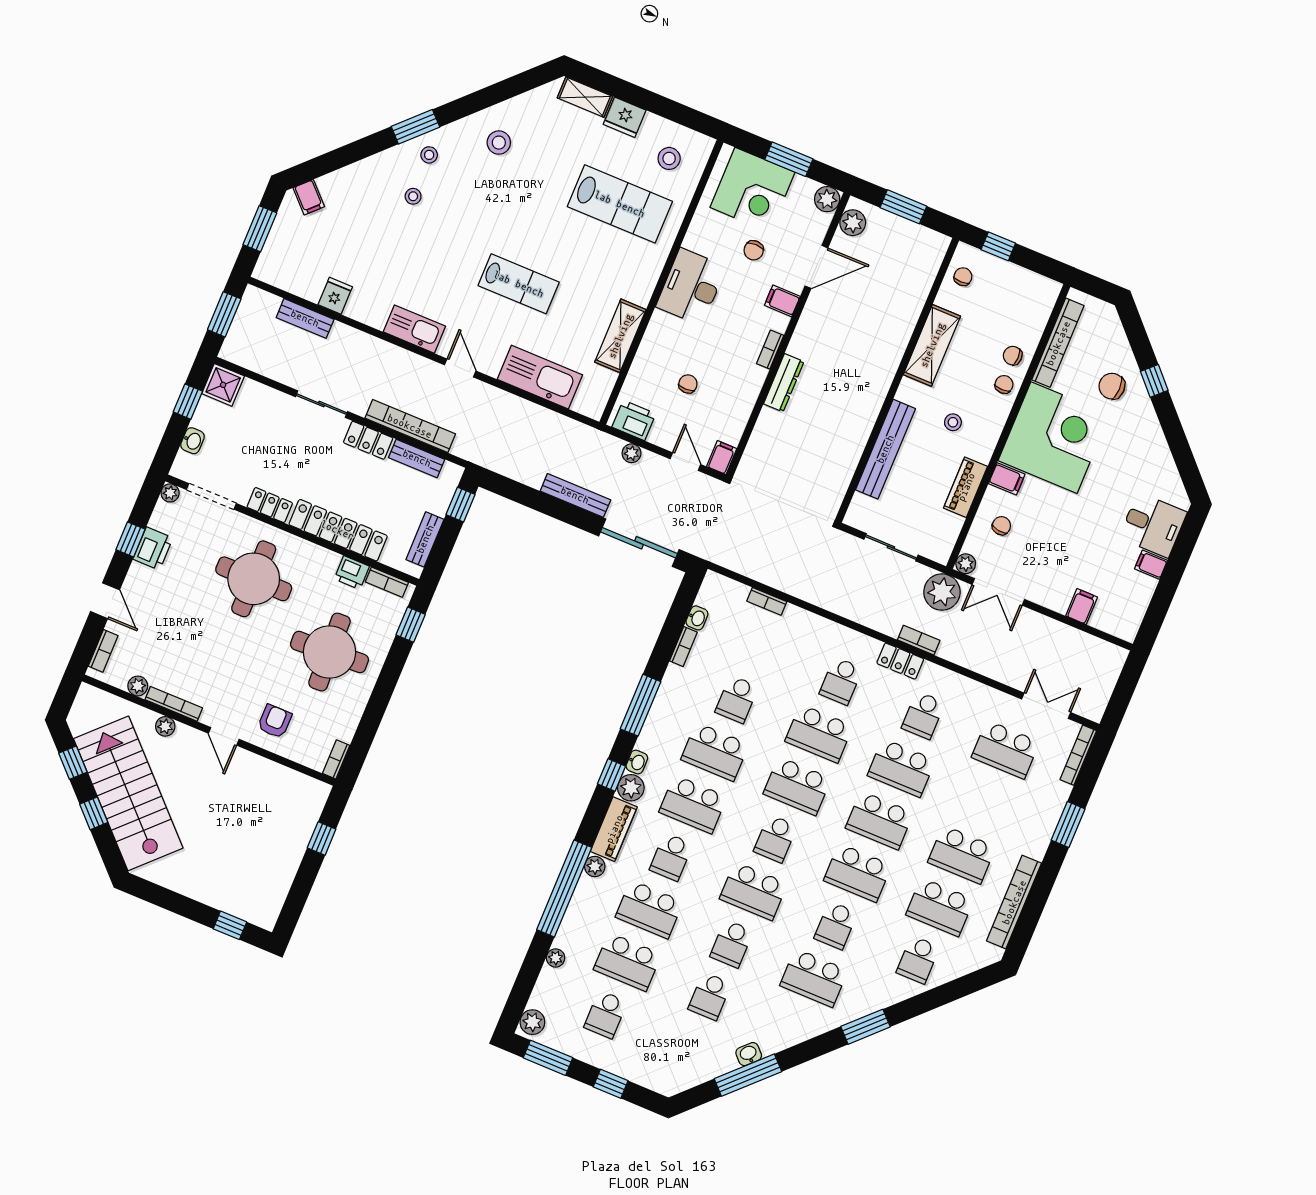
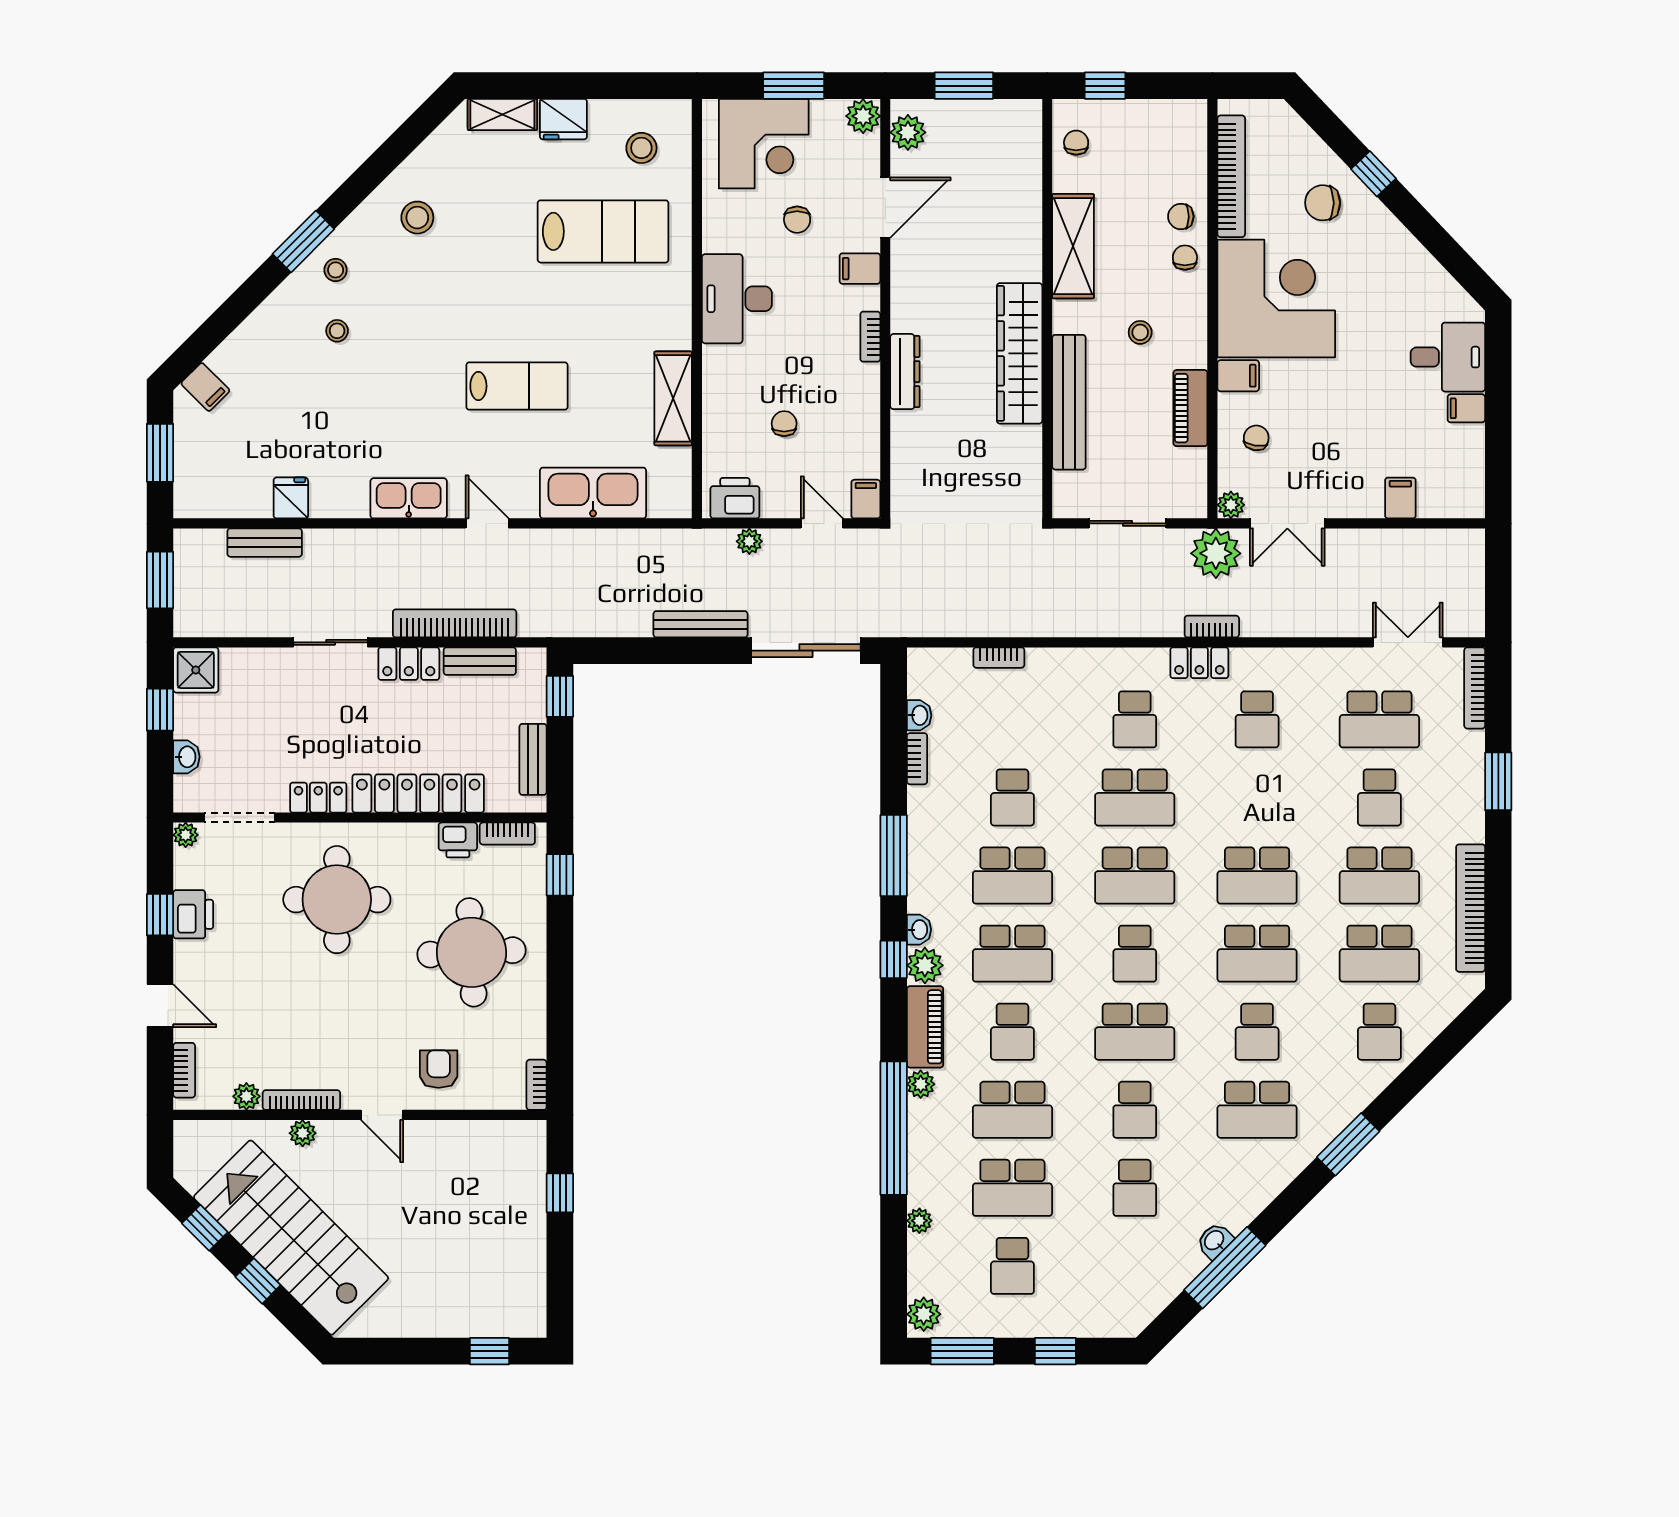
wardrobe: (866, 403) -> (1020, 353), added
school desk: (901, 768) -> (1379, 797), moved, width x0.54

